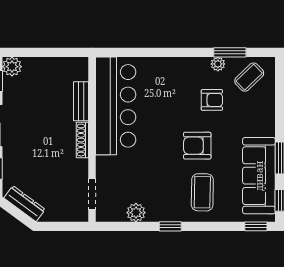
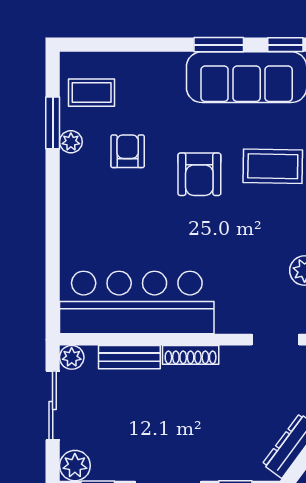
sliding door: (50, 52) -> (53, 405), added
plant: (81, 64) -> (72, 357), added
coffee table: (249, 77) -> (92, 93), turned -46

